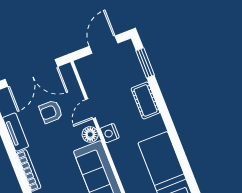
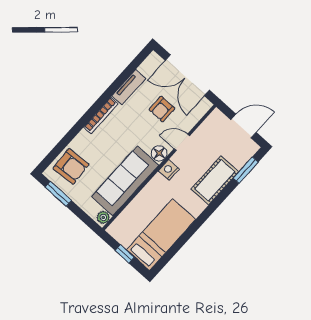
cot: (145, 100) -> (215, 180), width x1.37, depth x1.34
armchair: (51, 112) -> (162, 109), turned -90

